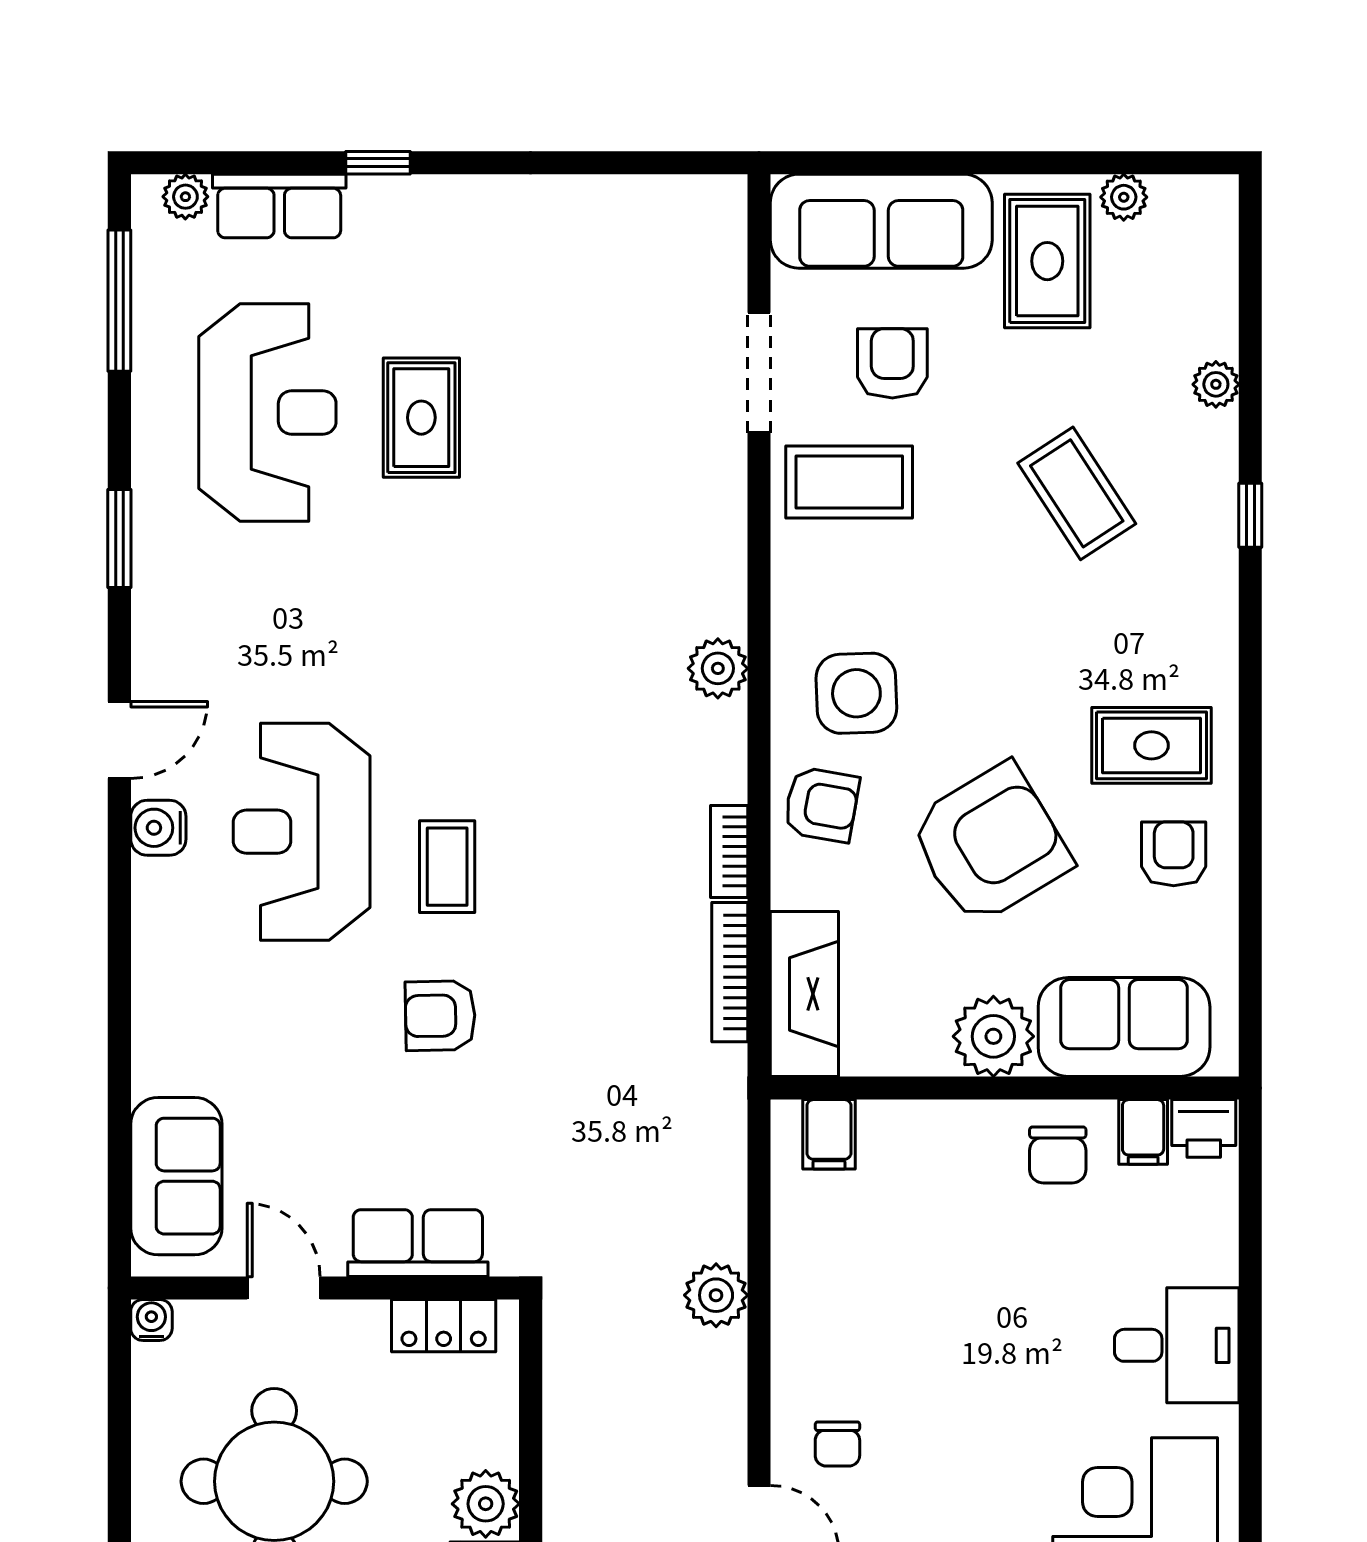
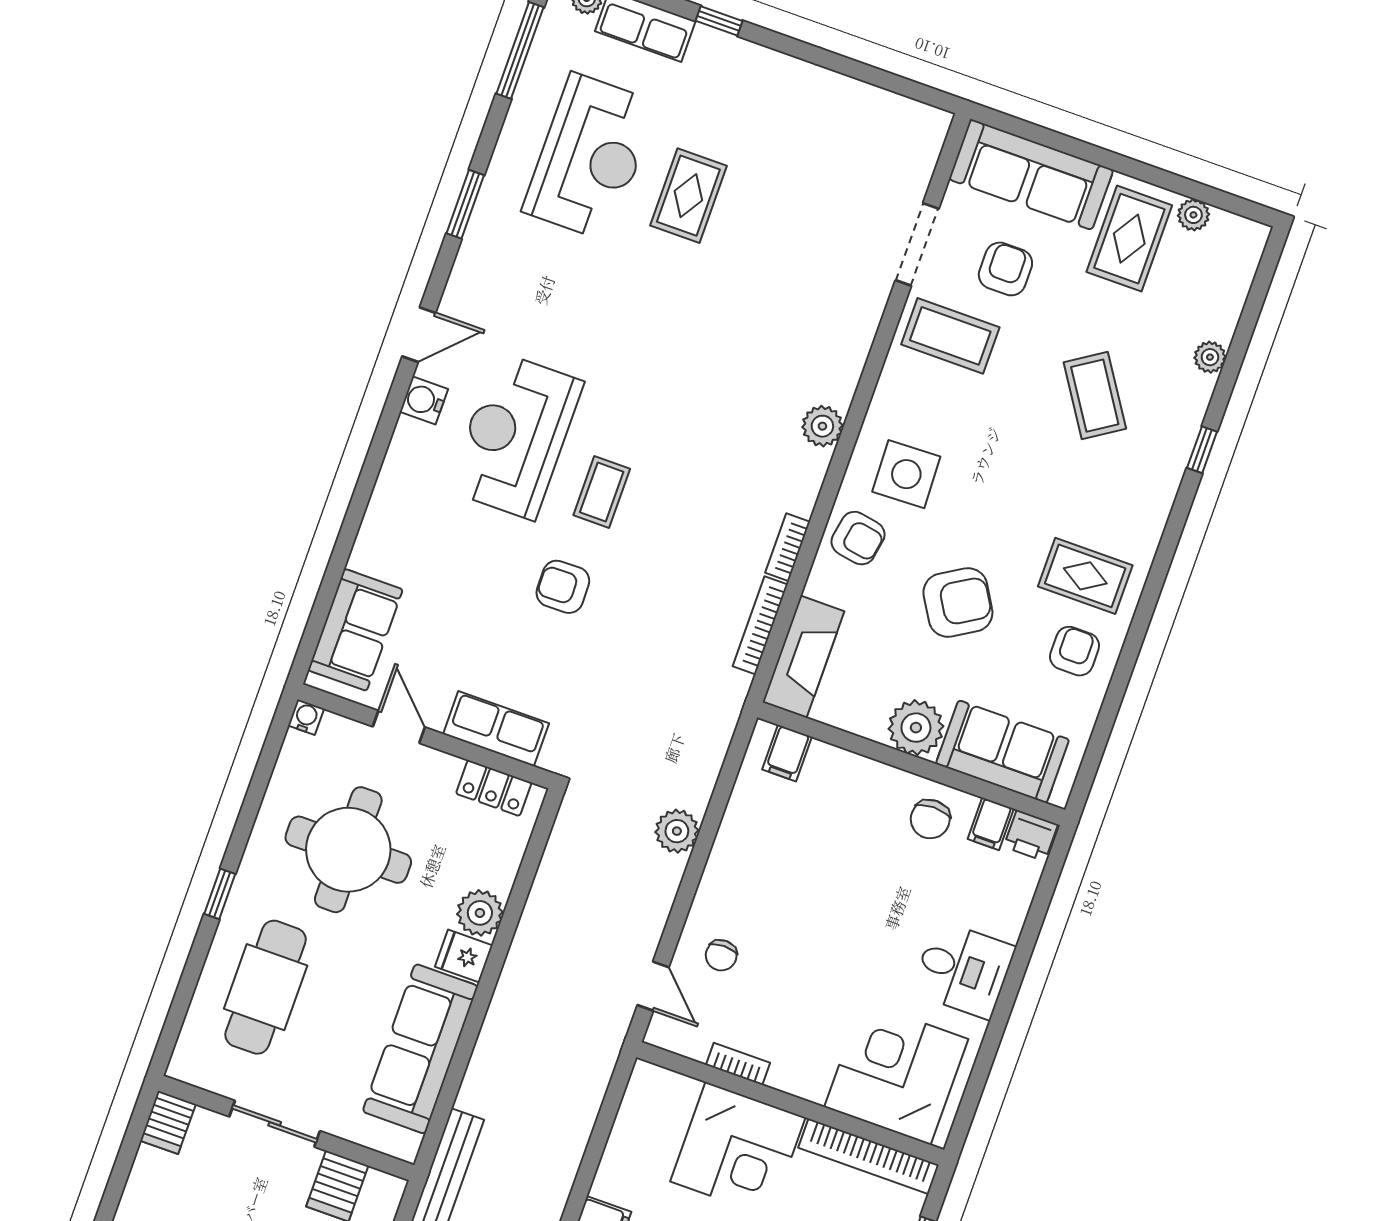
armchair: (990, 844) -> (958, 602), width x0.73, depth x0.73

